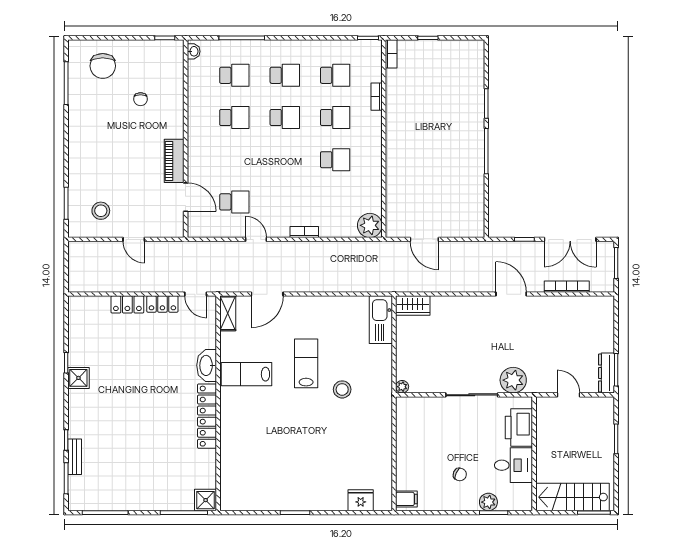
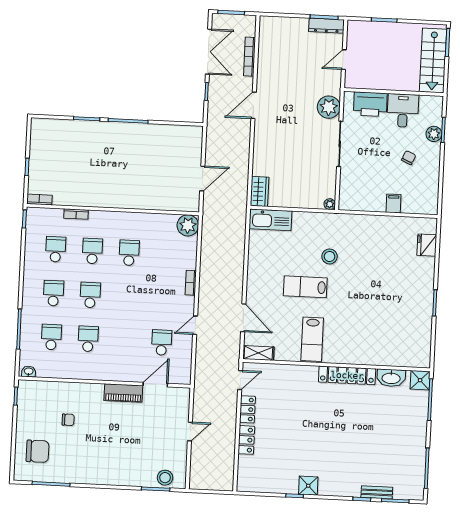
stool: (101, 211) -> (165, 478), moved
washbasin: (207, 365) -> (391, 378), moved
filing cabinet: (406, 499) -> (394, 203), moved

